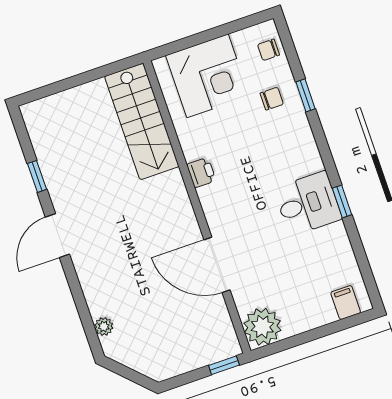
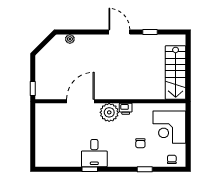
chair: (272, 99) -> (140, 143), moved
stairs: (142, 121) -> (176, 73), moved, turned -90
filing cabinet: (346, 303) -> (42, 155), removed
plant: (262, 327) -> (109, 112), moved

